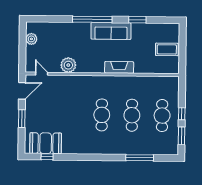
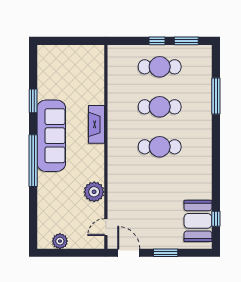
sofa: (111, 31) -> (51, 136), width x1.36, depth x1.27
coffee table: (167, 49) -> (72, 61), removed

